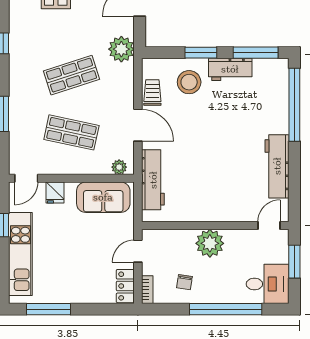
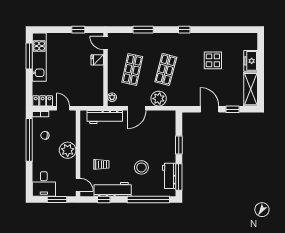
plant: (121, 49) -> (159, 99), moved
workbench: (230, 69) -> (169, 176), moved
shop shelf: (71, 75) -> (166, 69), turned 33
stool: (189, 82) -> (141, 167), moved
trolley: (152, 92) -> (101, 164), moved
window: (294, 181) -> (104, 200), added
sofa: (103, 197) -> (94, 88), removed
kitchen unit: (20, 254) -> (39, 57), moved, turned -90
window: (226, 309) -> (29, 140), moved

